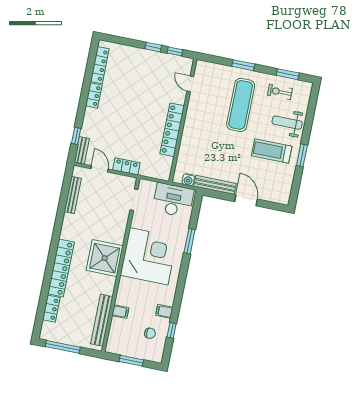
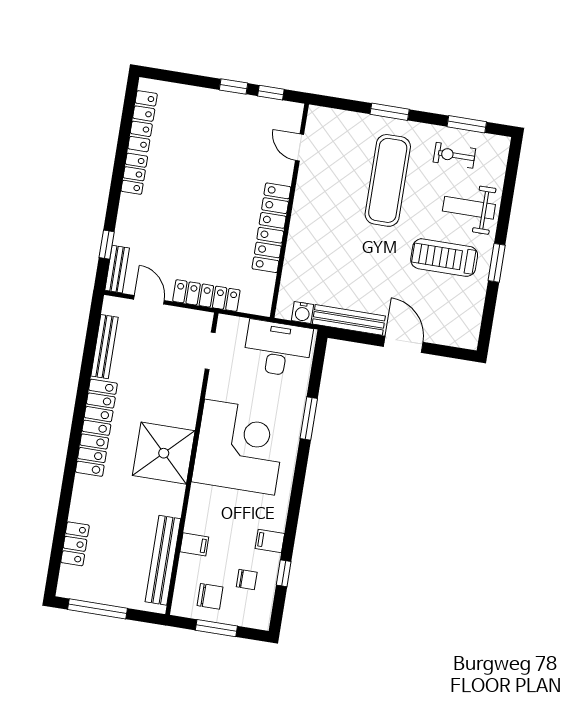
locker: (126, 166) -> (206, 296), width x1.53
locker: (61, 268) -> (96, 428), moved
chair: (128, 342) -> (210, 596), added

